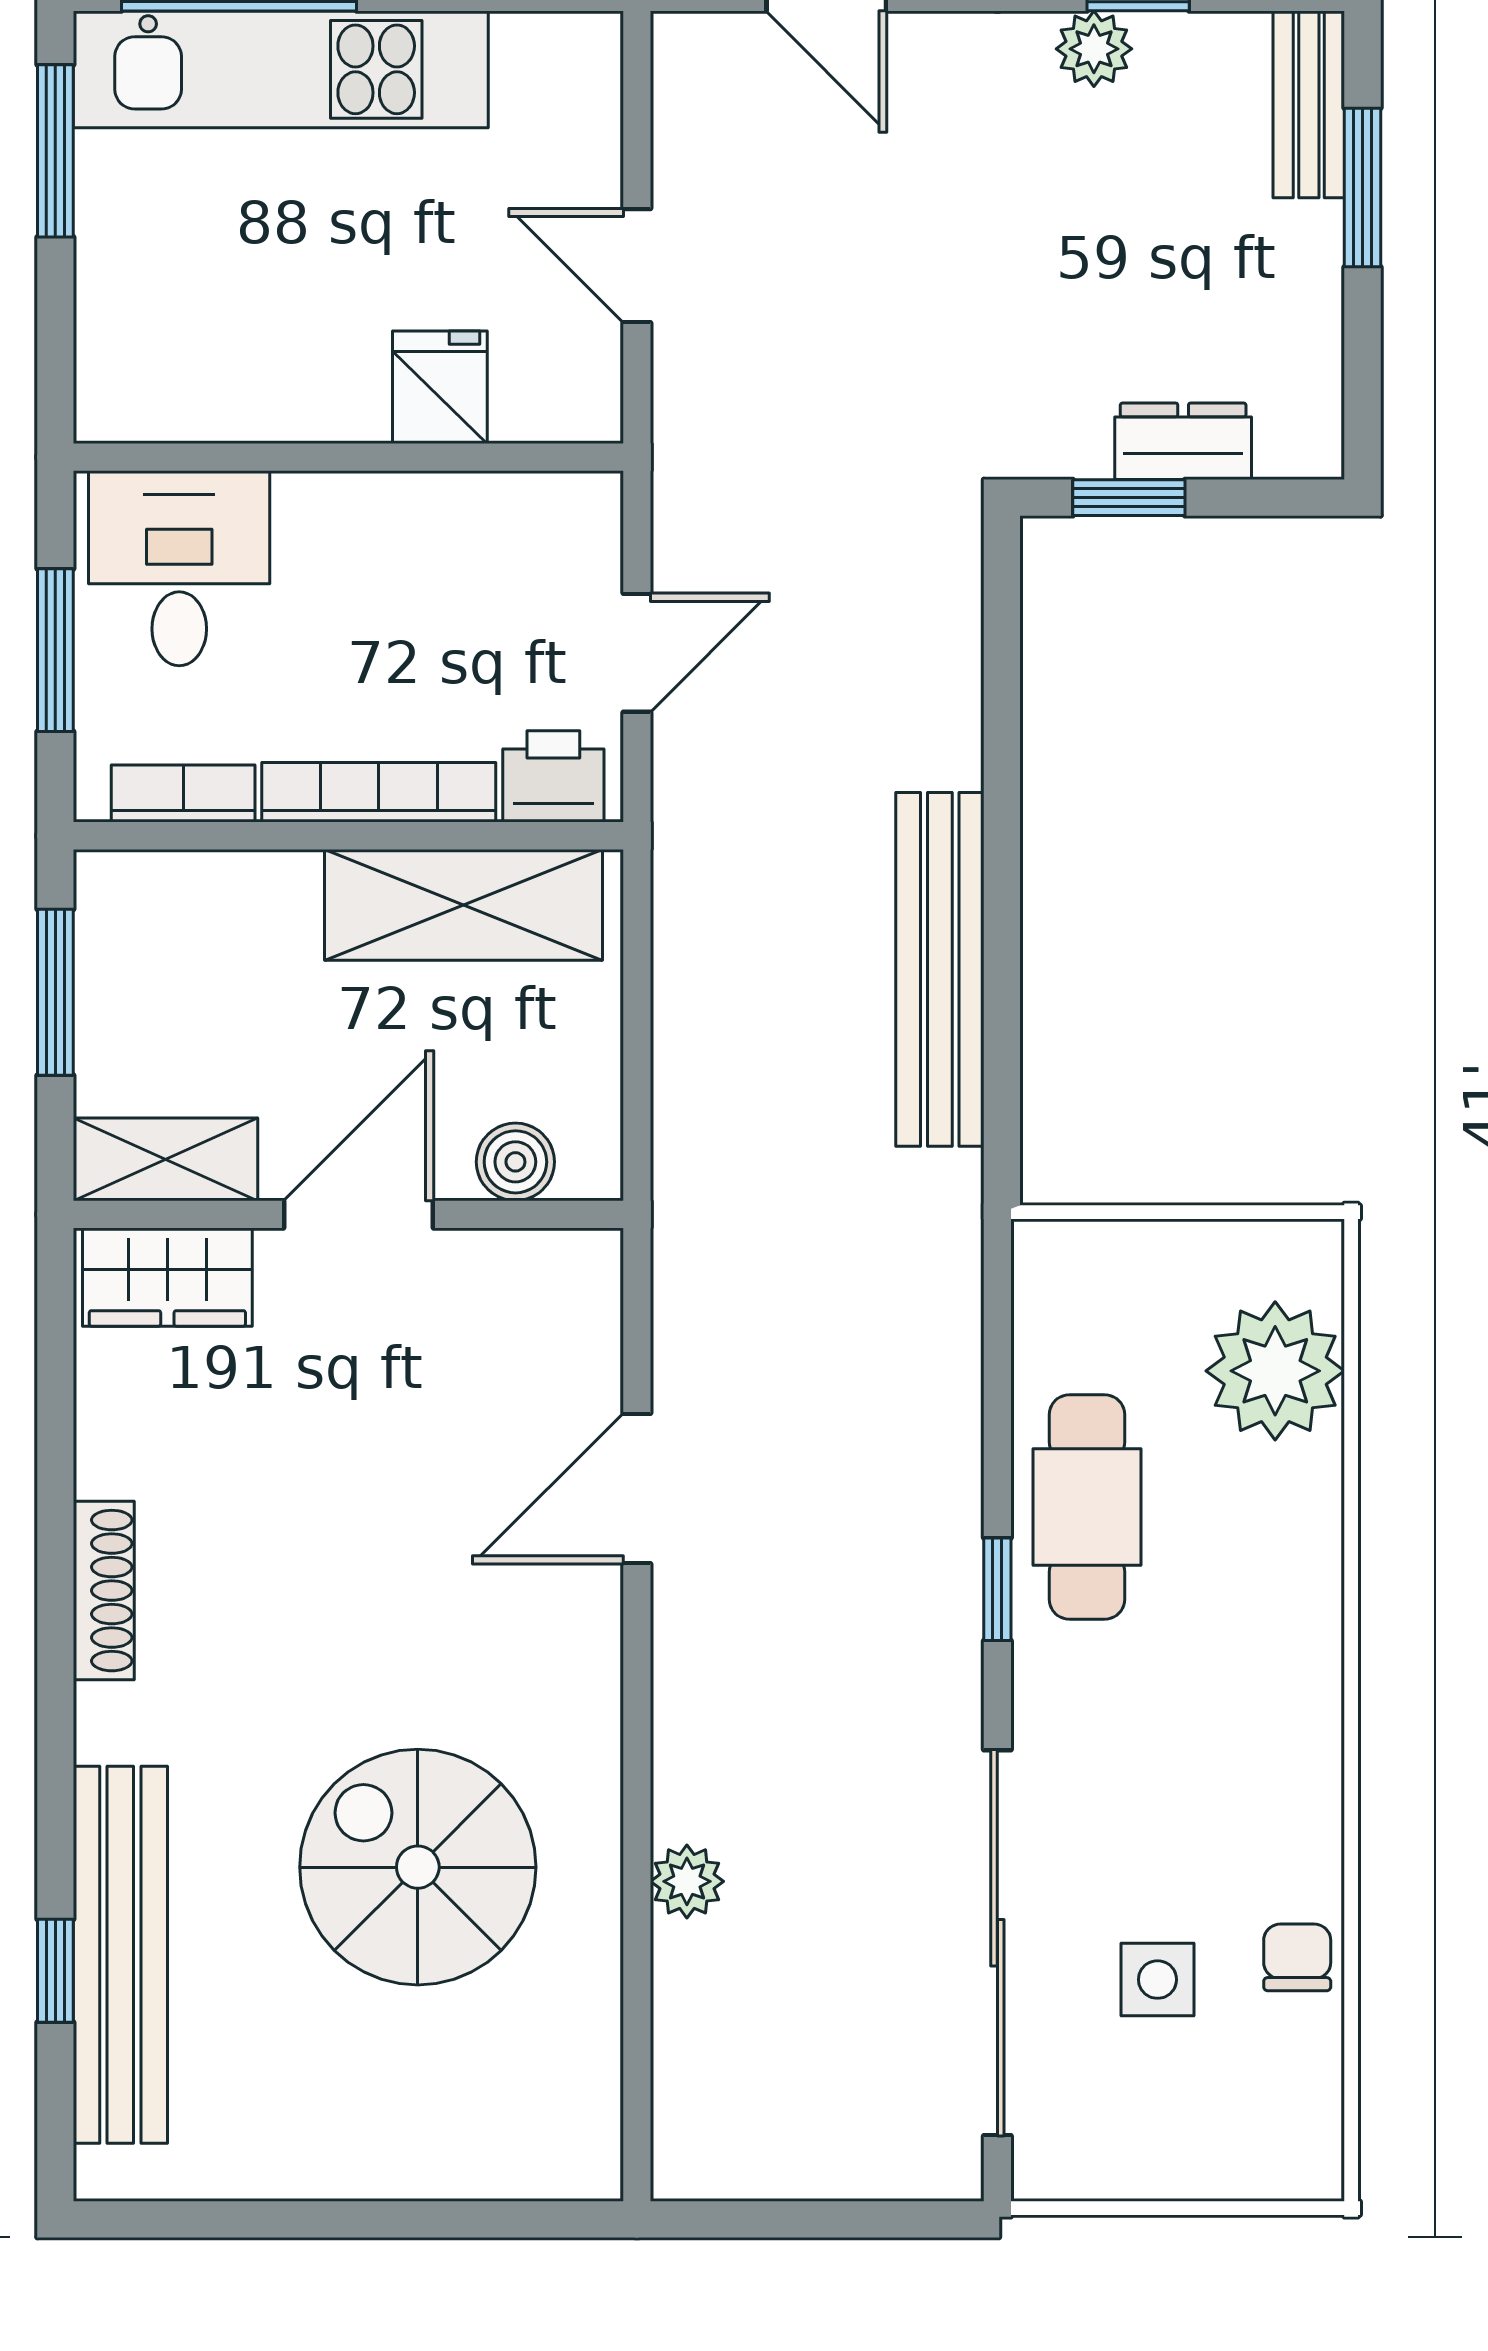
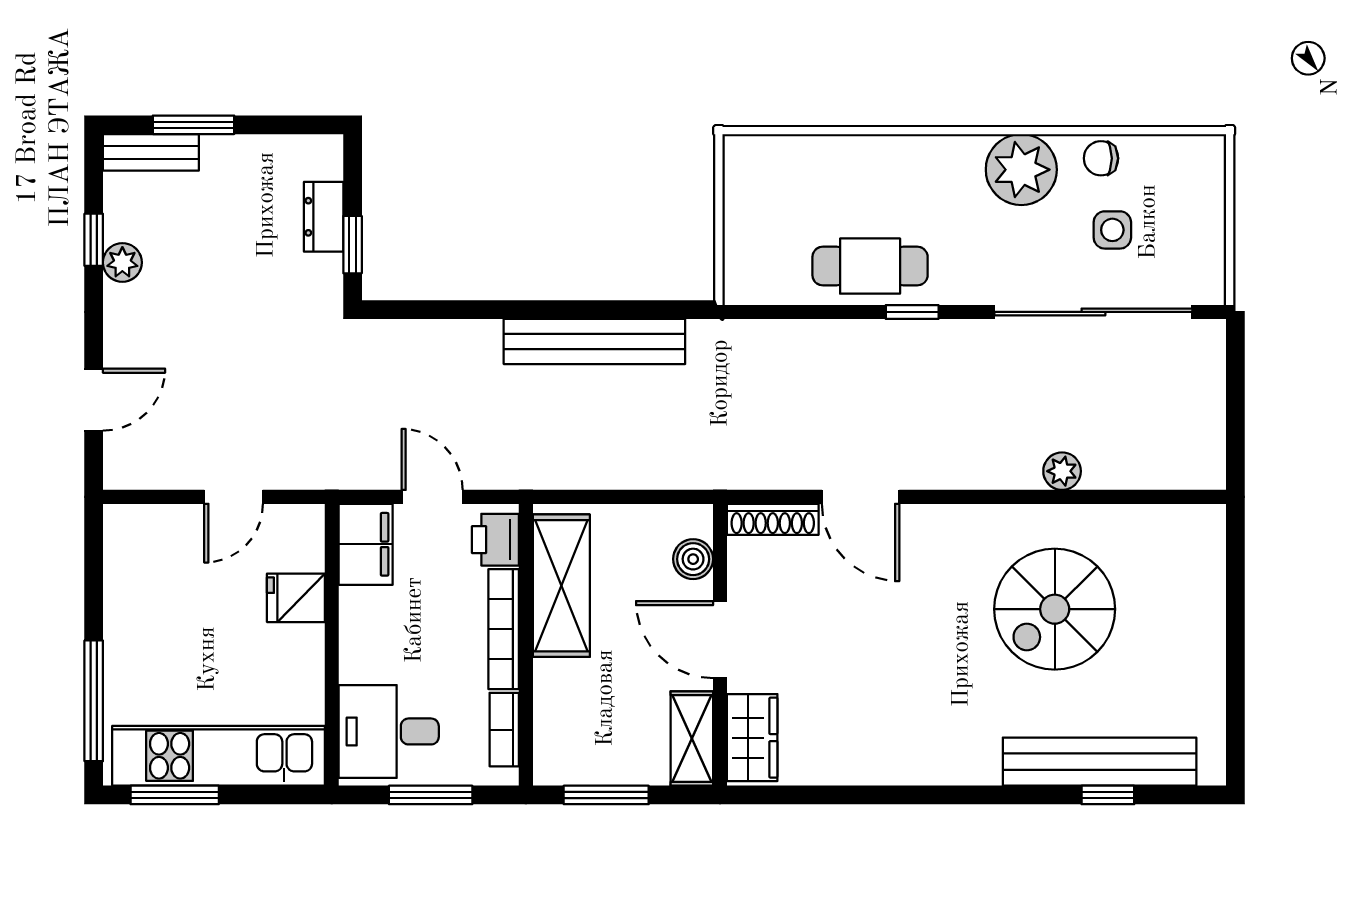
kitchen unit: (281, 69) -> (219, 756), moved, turned -90
filing cabinet: (544, 523) -> (366, 544), added
plant: (1275, 1371) -> (1021, 170), moved
shoe rack: (104, 1591) -> (773, 519), moved, turned 180

